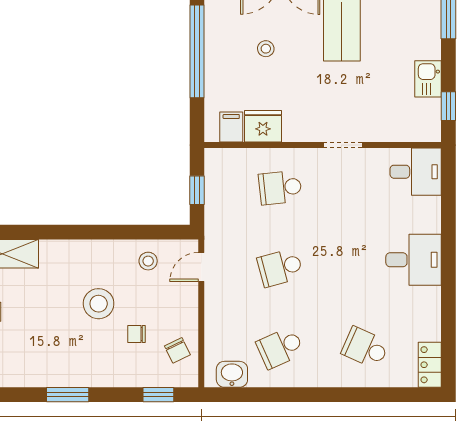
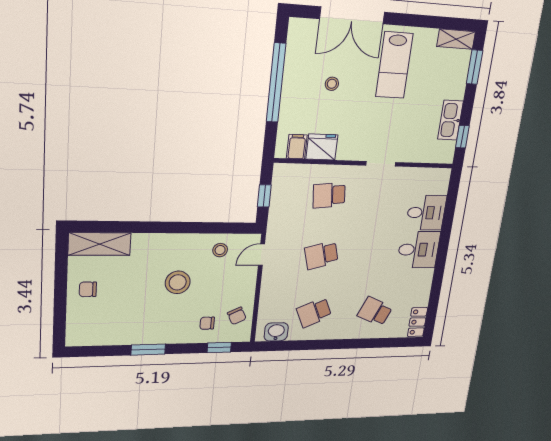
kitchen sink: (428, 79) -> (450, 120), width x1.38
desk: (416, 172) -> (426, 213), moved
chair: (136, 334) -> (207, 323), moved

